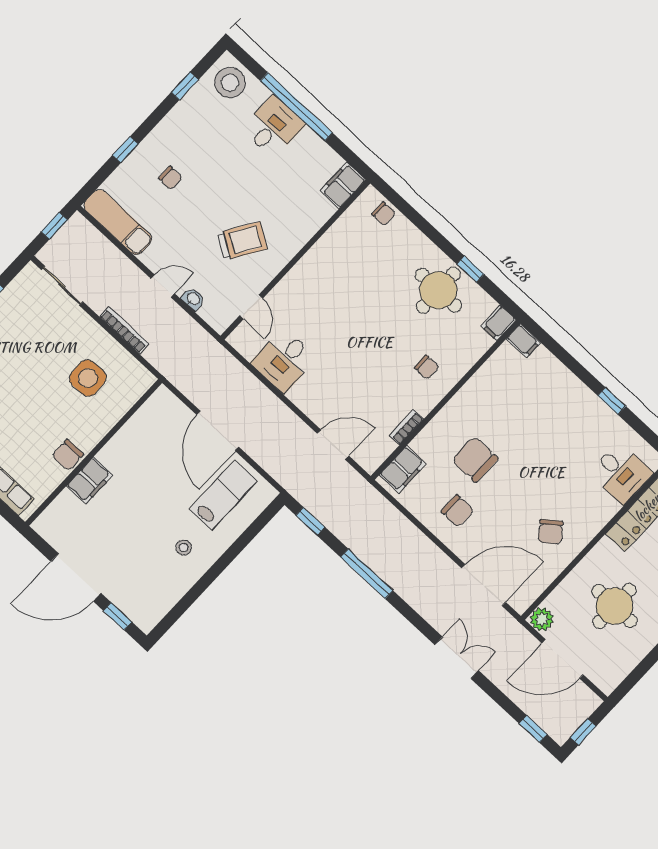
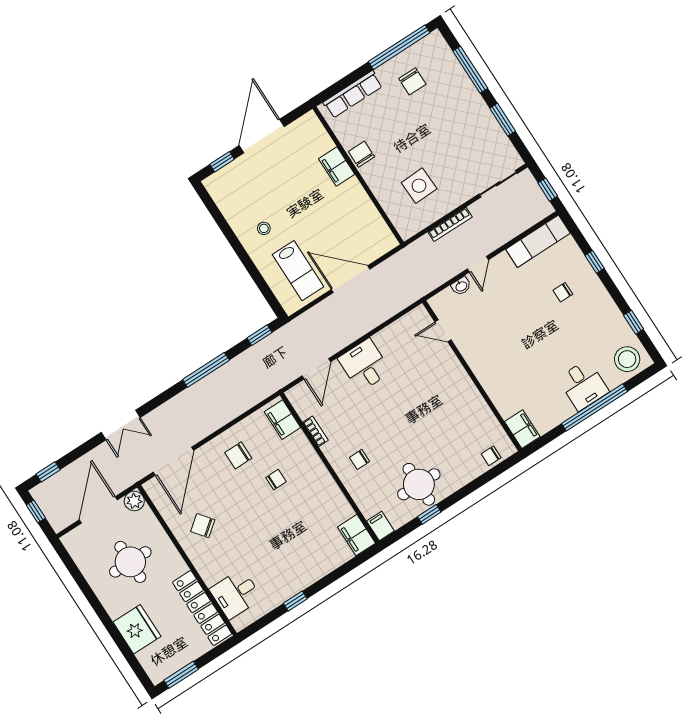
trolley: (242, 241) -> (498, 337), removed
filing cabinet: (523, 341) -> (356, 535), width x2.00
desk: (284, 361) -> (365, 365), moved
chair: (475, 459) -> (276, 480), width x0.54, depth x0.54

